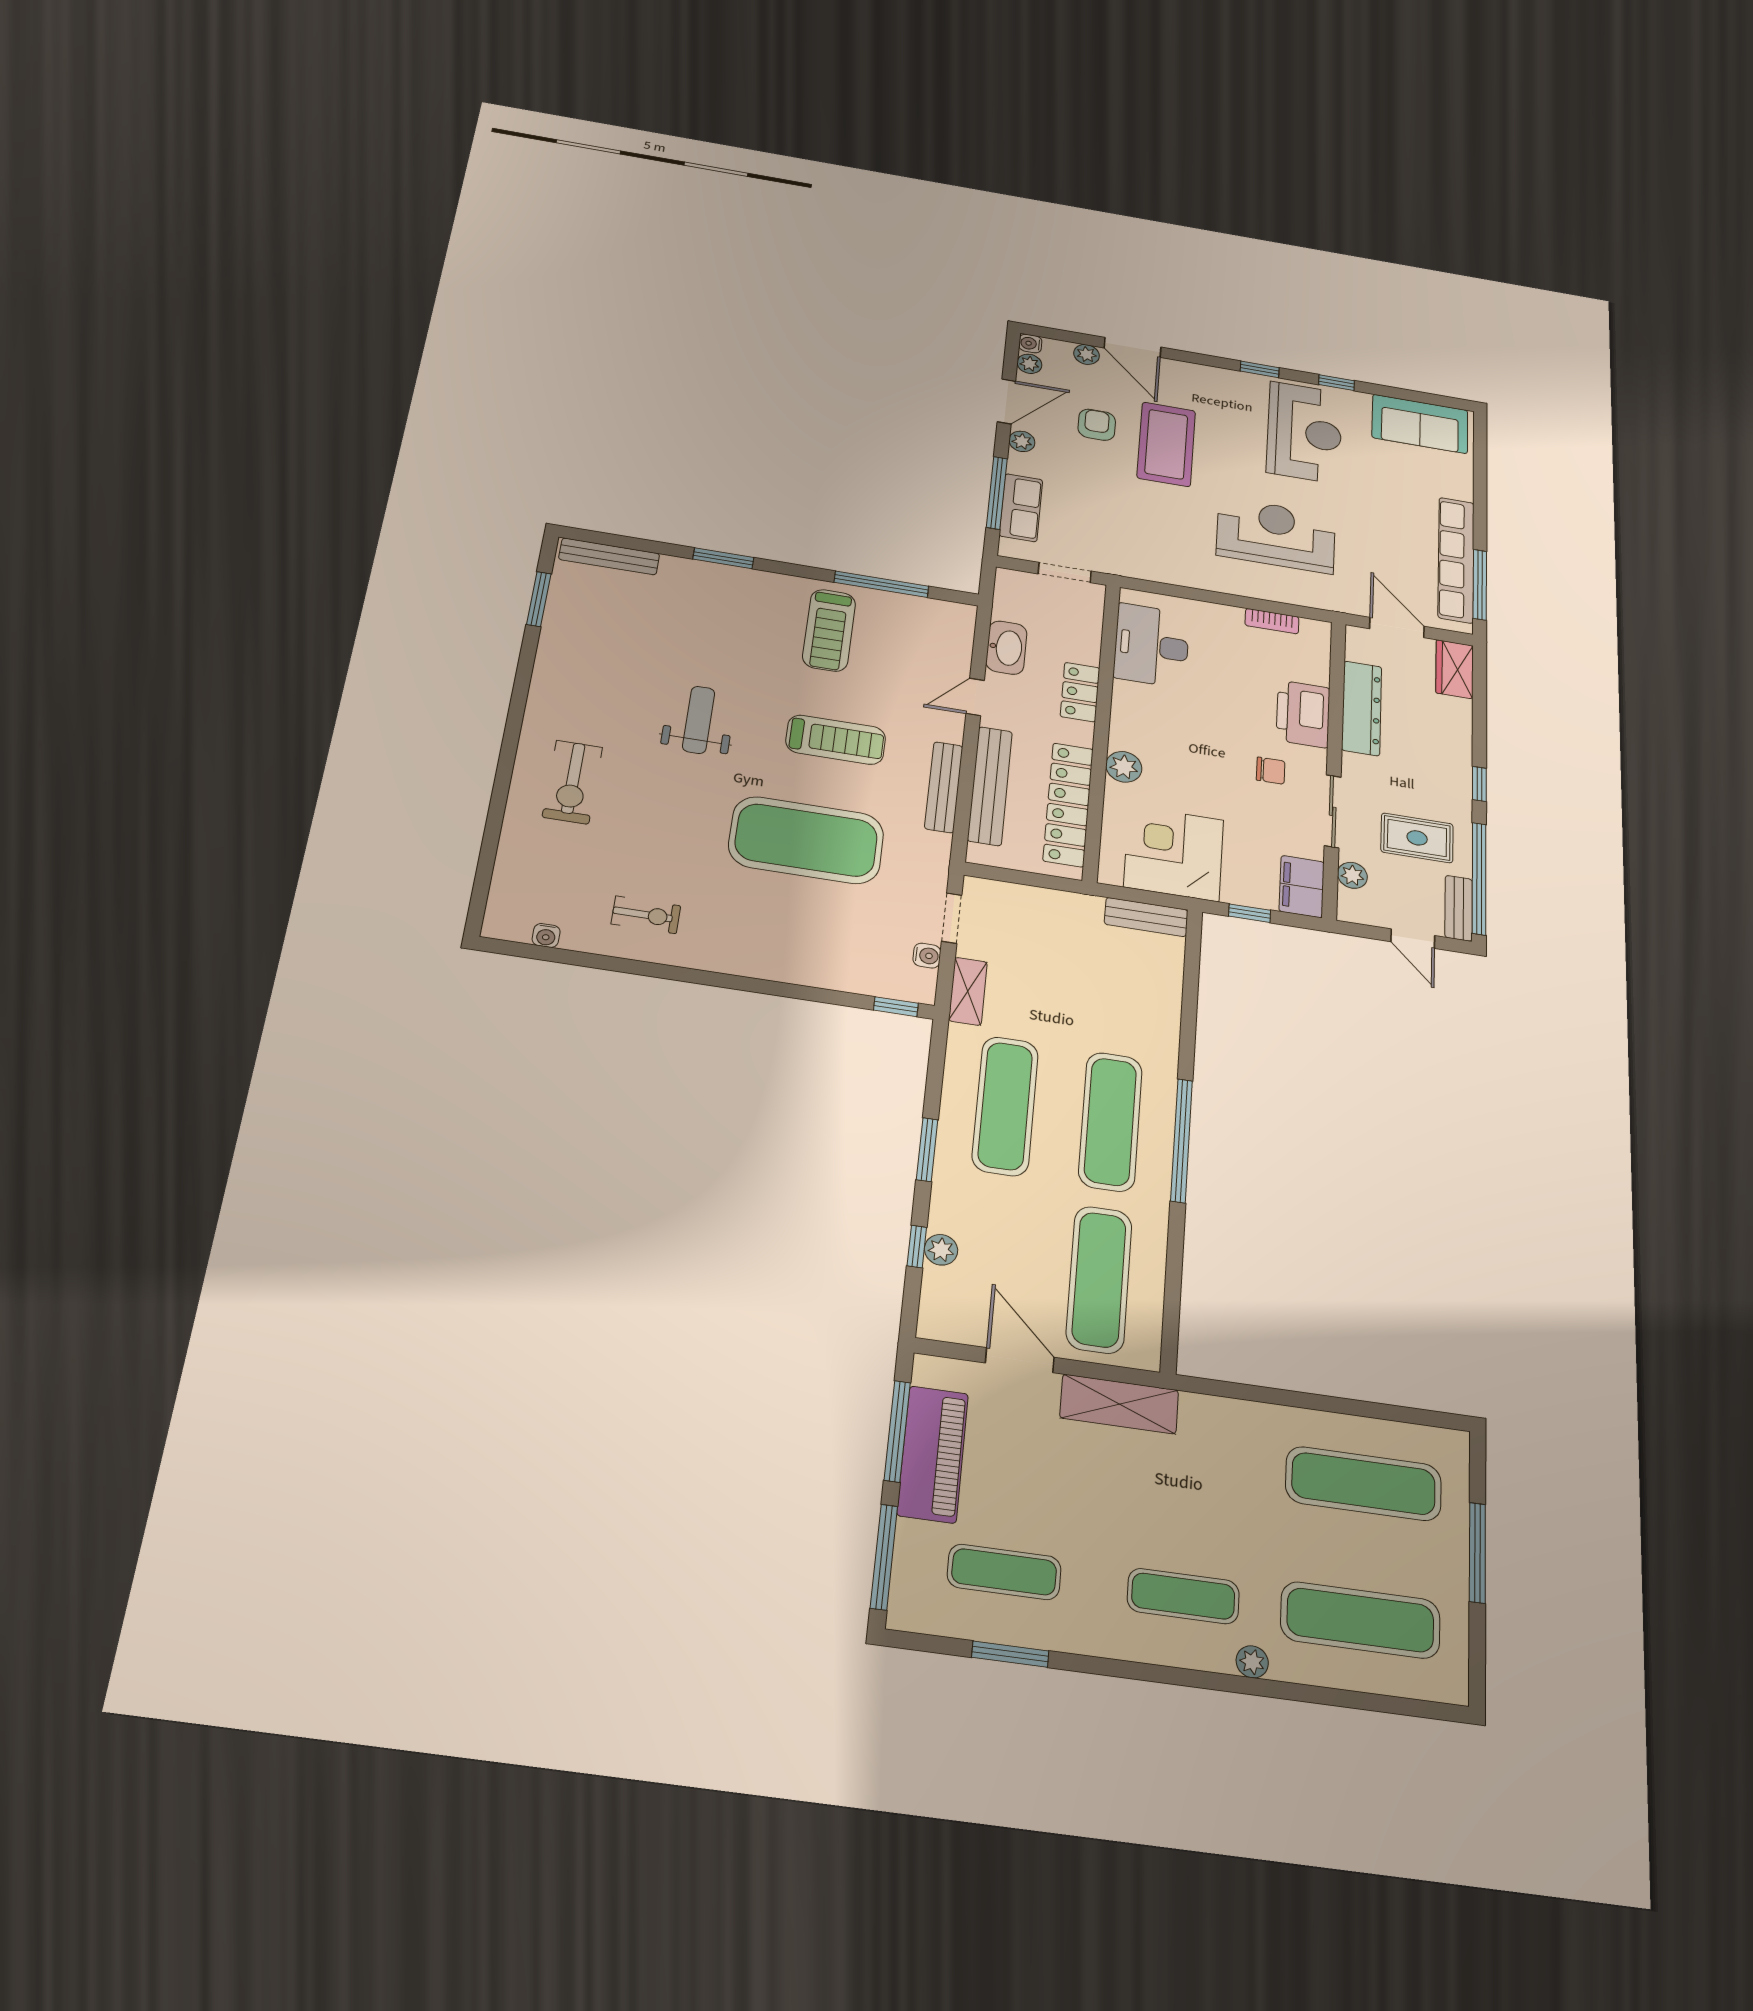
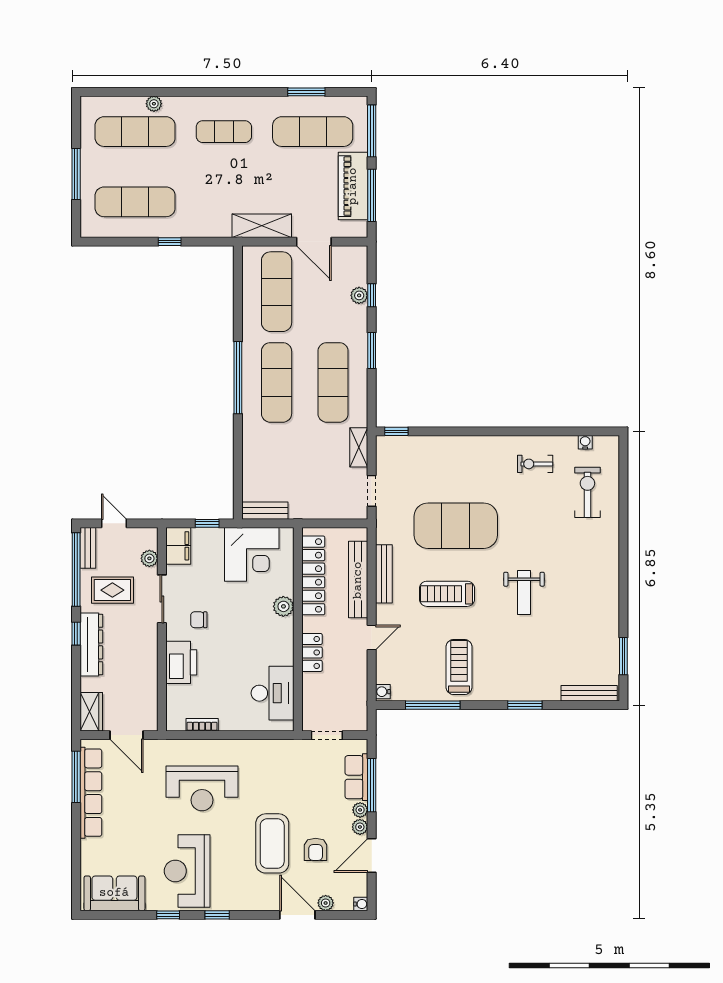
plant: (1029, 364) -> (360, 810), moved
washbasin: (1006, 648) -> (357, 675), removed
dresser: (1362, 708) -> (91, 644), moved, turned 180
exercise bike: (572, 782) -> (587, 492), moved
water cooler: (927, 956) -> (383, 692), moved
window: (1299, 1400) -> (170, 242), added
exercise mat: (1004, 1572) -> (313, 132), width x1.36, depth x1.45
plant: (1252, 1662) -> (154, 104), moved

